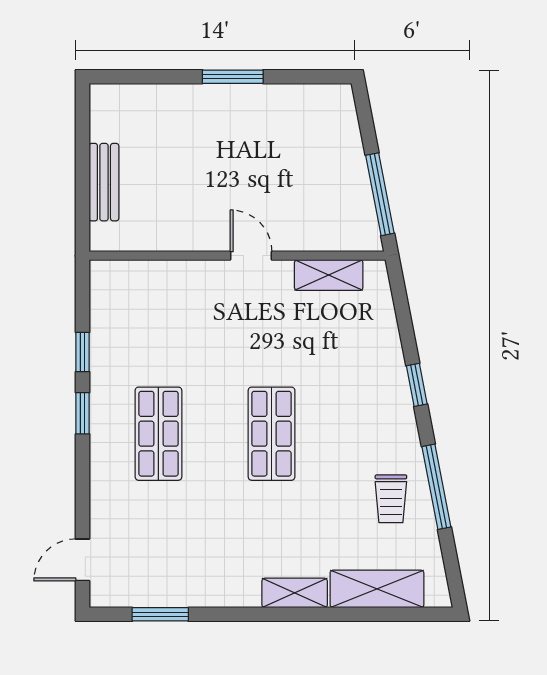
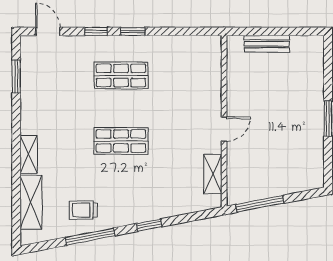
window: (83, 352) -> (96, 31), moved

